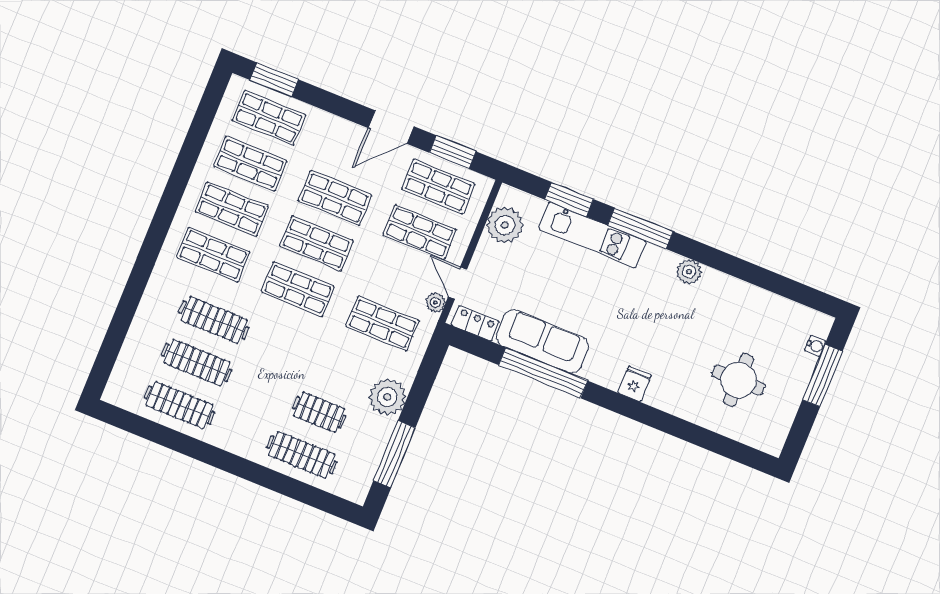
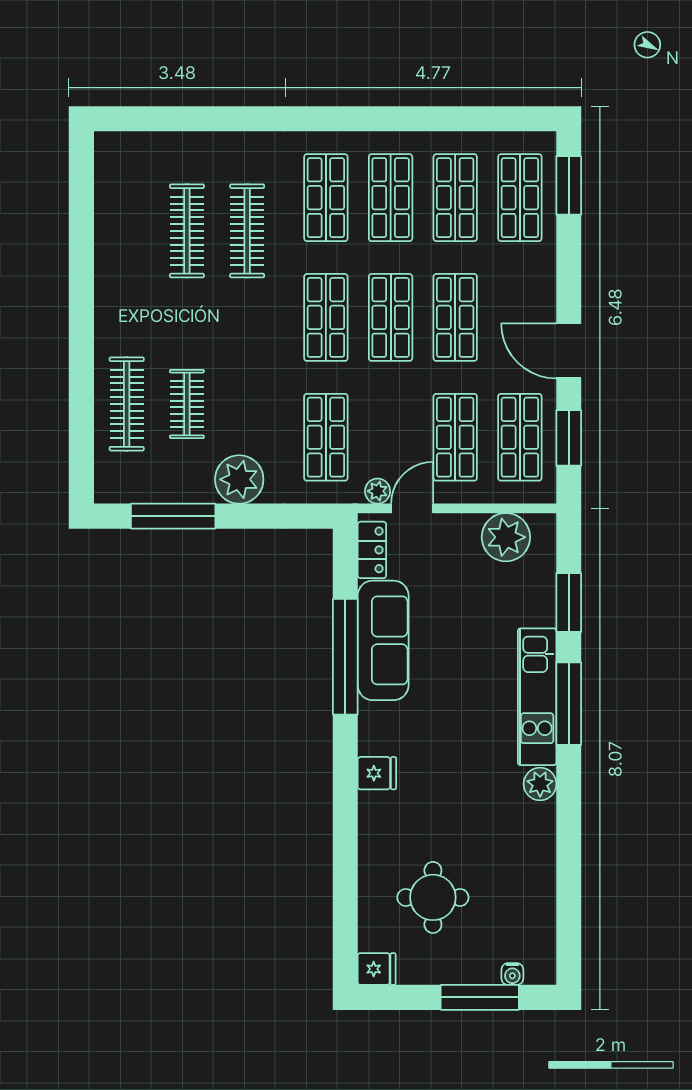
kitchen unit: (592, 235) -> (537, 697), moved
clothes rail: (180, 405) -> (127, 231), removed
fridge: (773, 440) -> (377, 969), added

